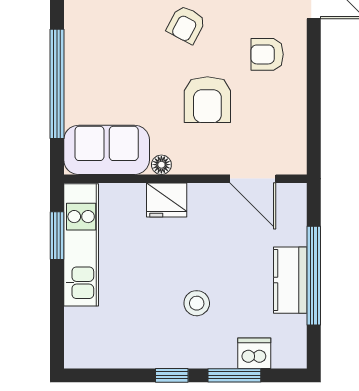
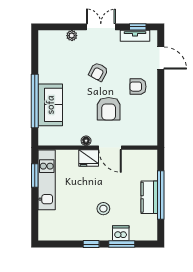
sofa: (107, 150) -> (50, 105), moved, turned 90
door: (253, 179) -> (110, 148), moved
dishwasher: (254, 353) -> (121, 233), moved

